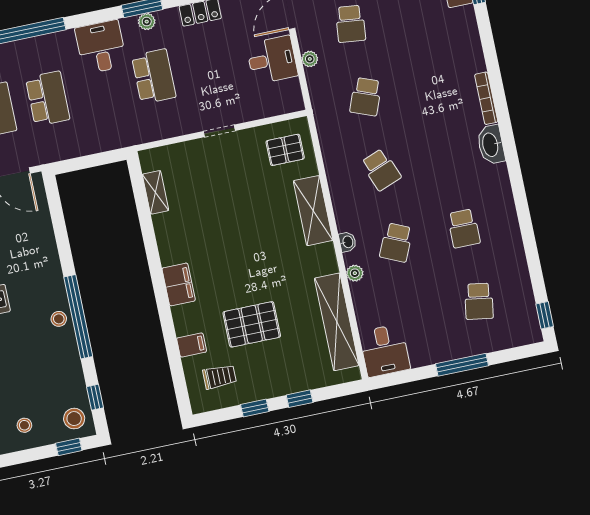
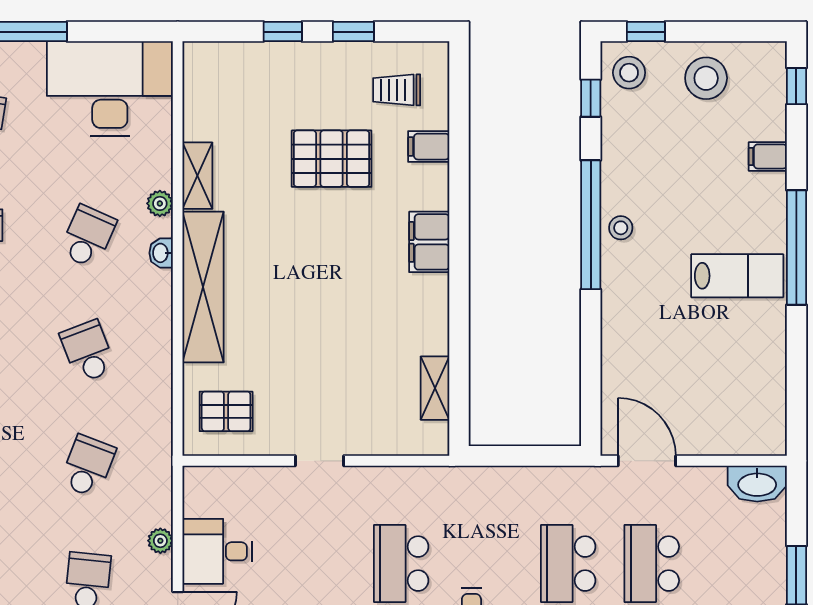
shelving: (313, 211) -> (203, 287), width x1.47
shelving: (337, 322) -> (197, 176), width x0.45, depth x0.75
desk: (385, 350) -> (110, 88), width x1.87, depth x1.30
stool: (24, 425) -> (706, 78), width x1.89, depth x1.89

